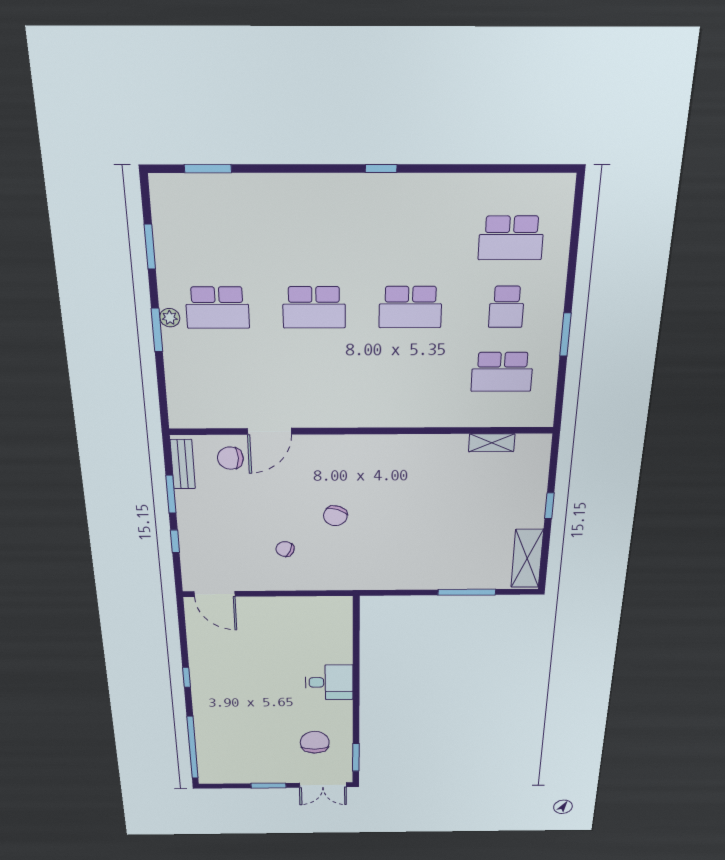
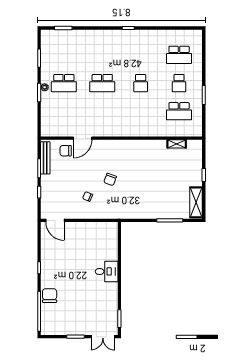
school desk: (410, 307) -> (141, 83), width x0.54
bench: (183, 464) -> (45, 158), width x1.36
chair: (315, 742) -> (50, 296), moved

